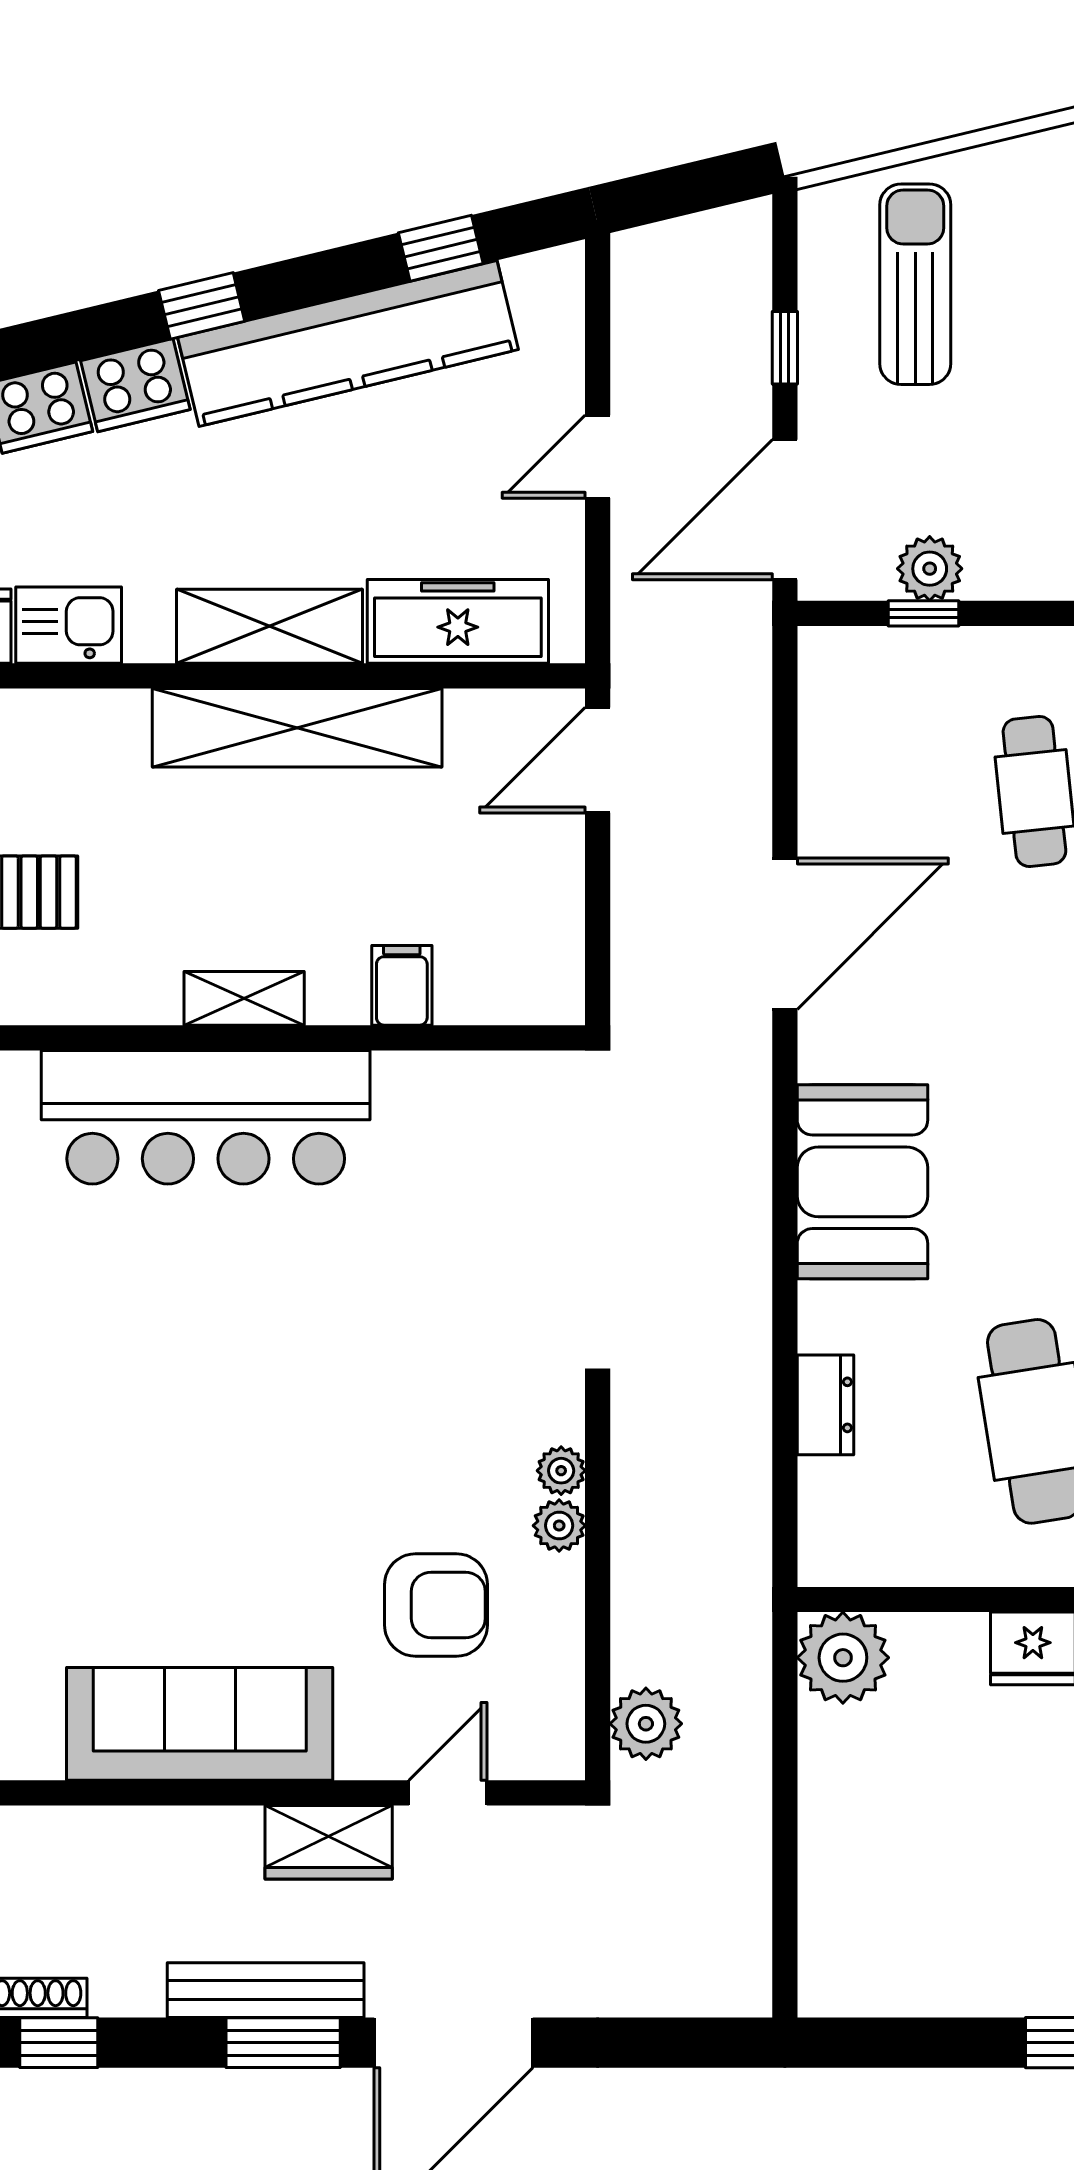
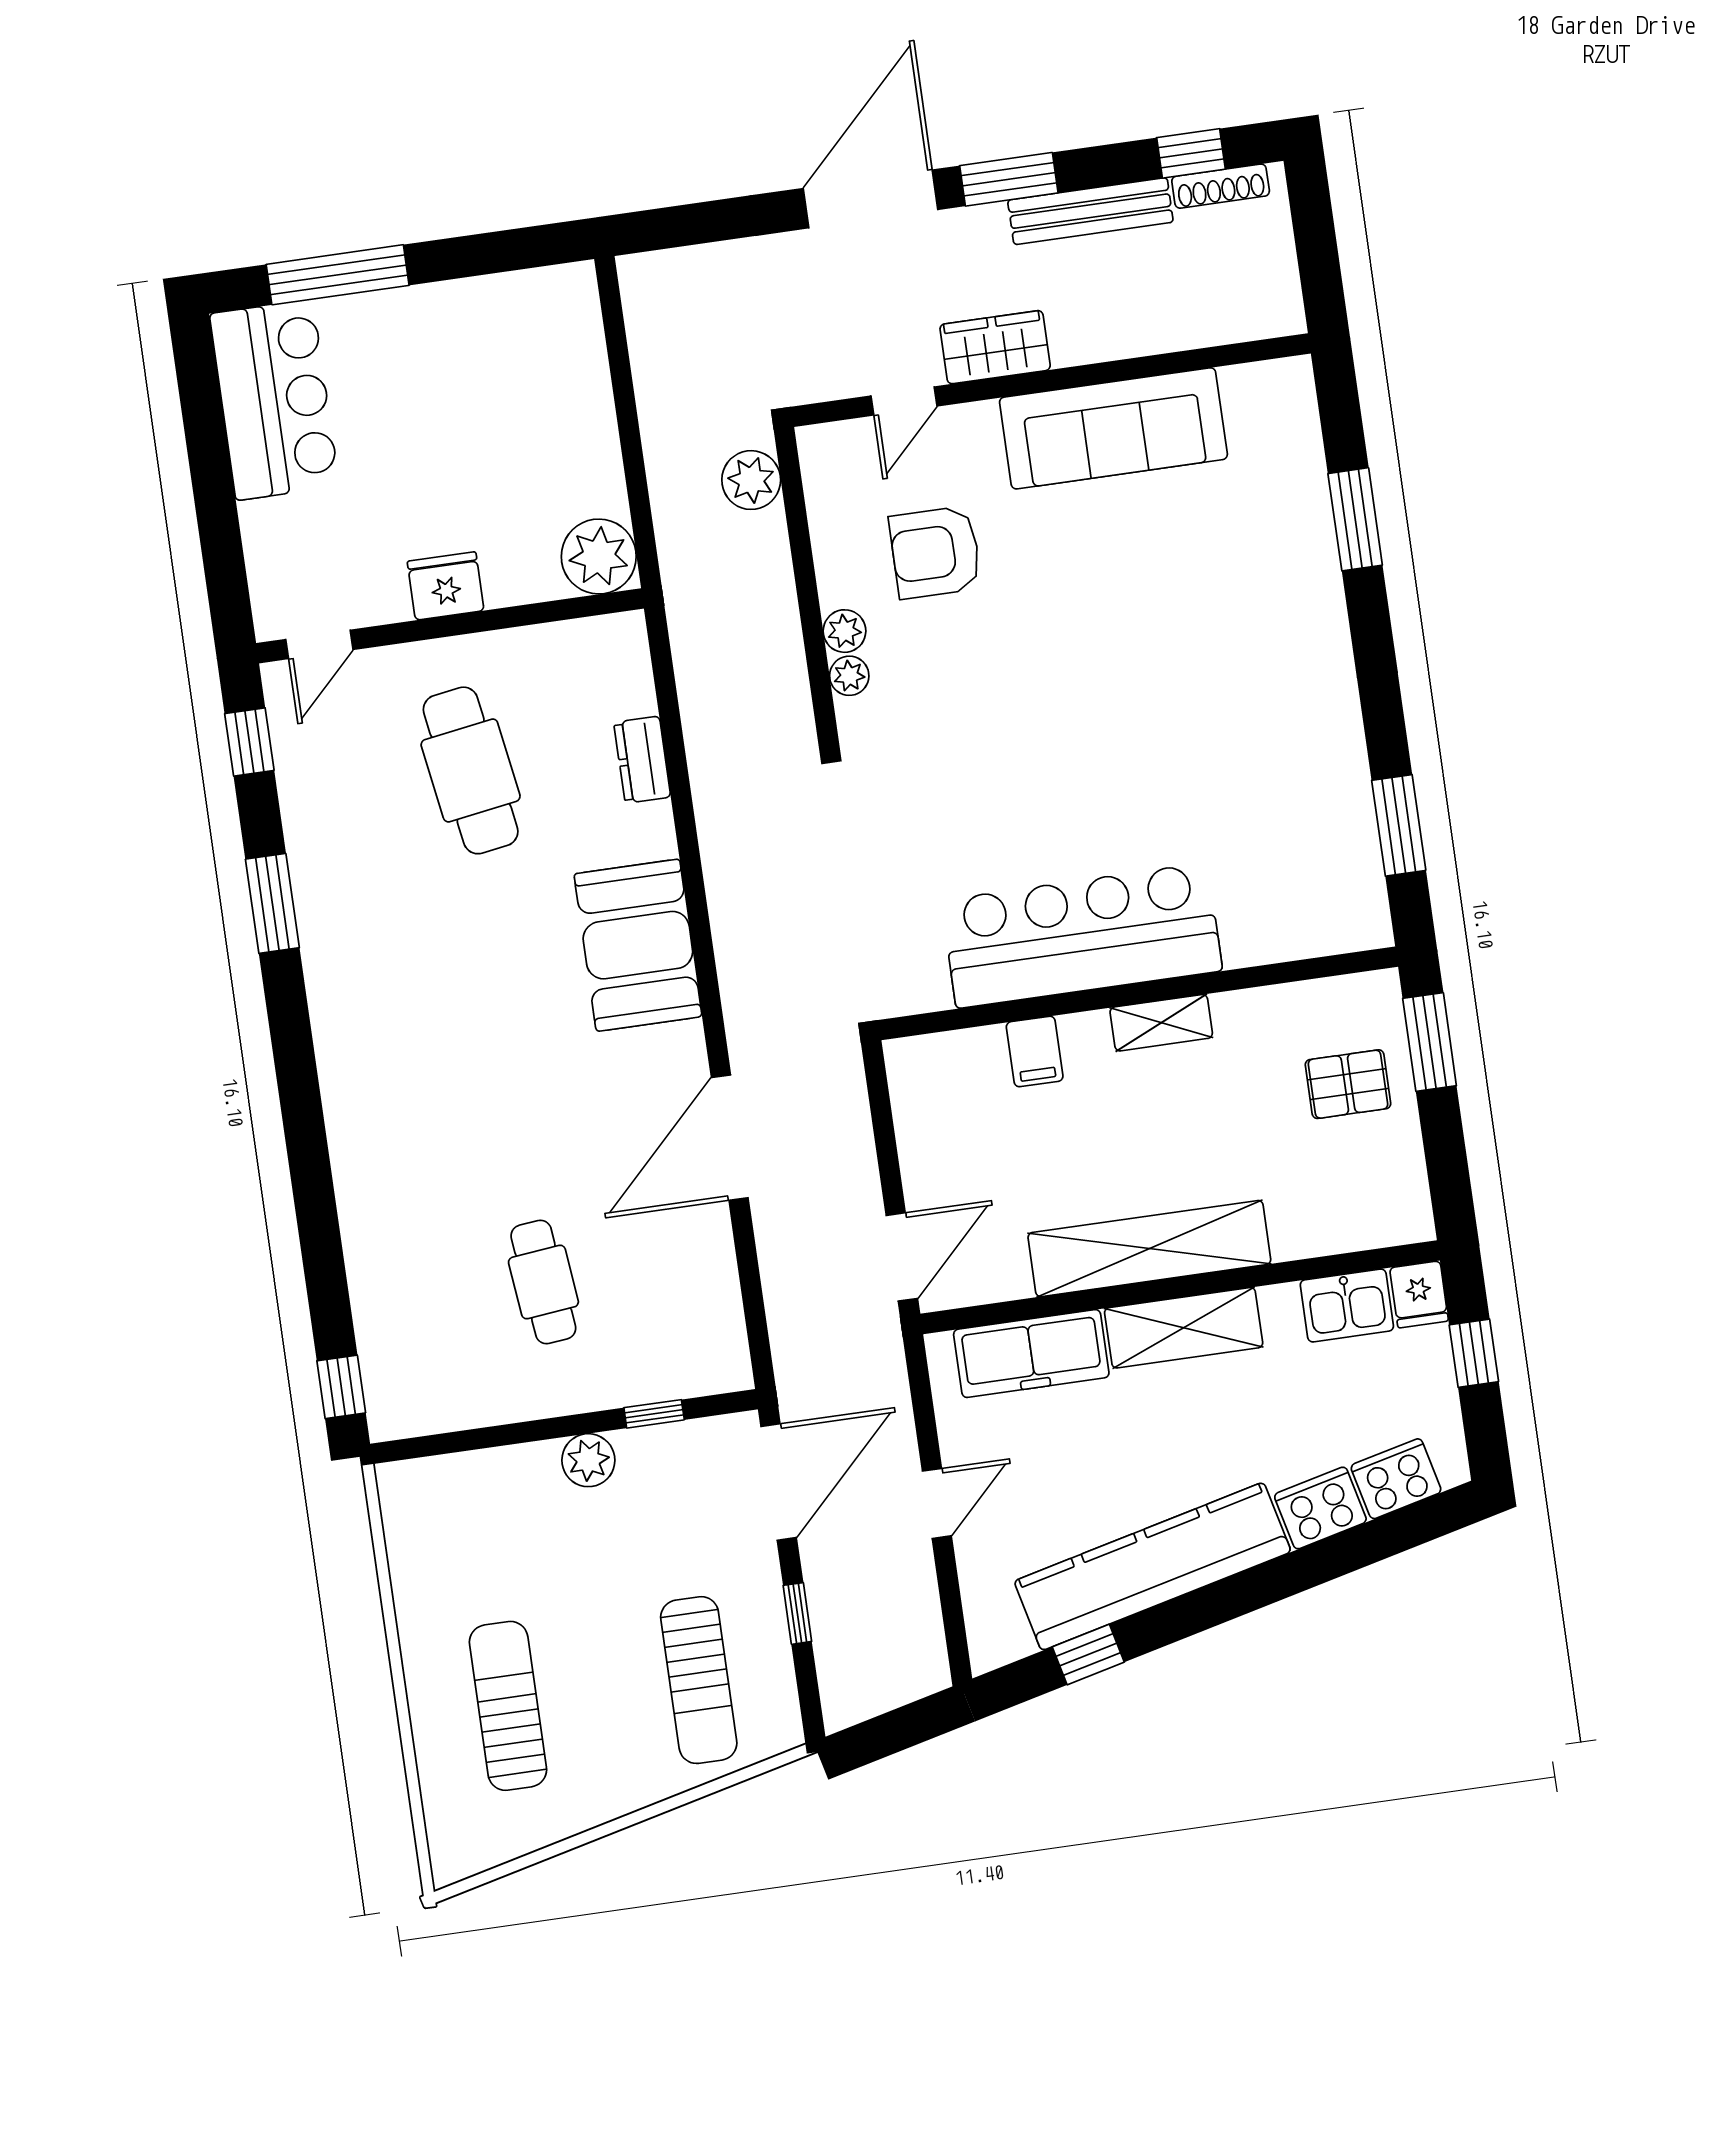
window: (202, 306) -> (1276, 1580), removed
plant: (930, 569) -> (588, 1460), moved
bar counter: (206, 1117) -> (1082, 936), moved
bench: (266, 1990) -> (1090, 211), moved

